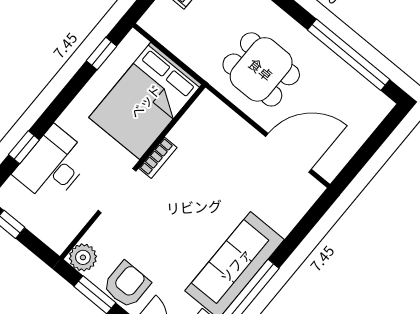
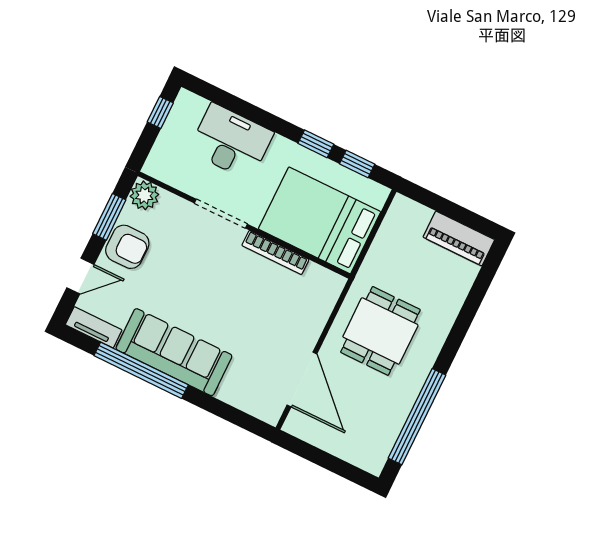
window: (24, 147) -> (316, 144), moved
bookcase: (158, 158) -> (275, 253), width x1.56

